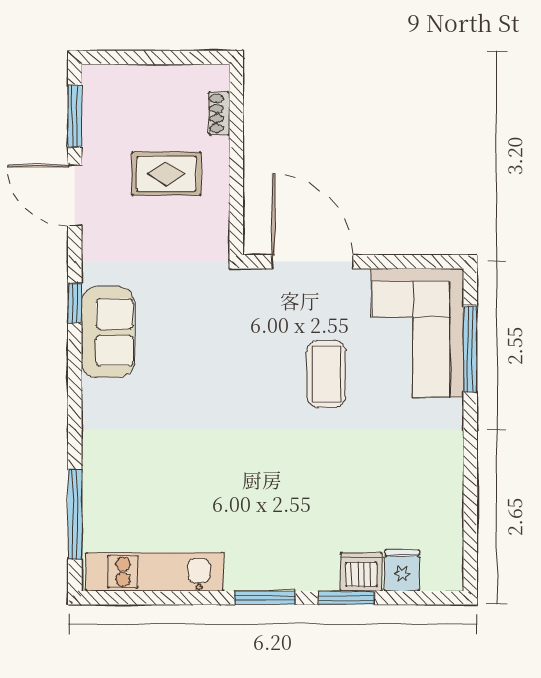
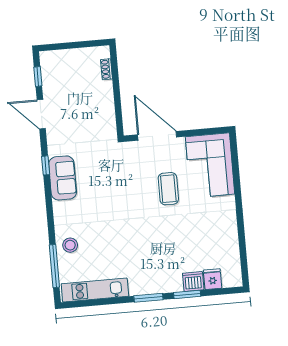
window: (75, 116) -> (38, 77), width x0.67
rug: (166, 174) -> (84, 100), removed
window: (470, 349) -> (236, 171), removed
stool: (111, 474) -> (70, 245), added

